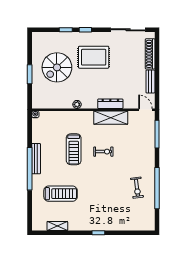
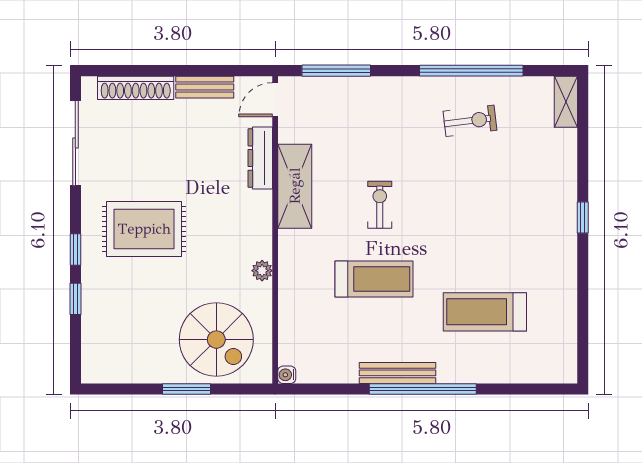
rug: (94, 57) -> (144, 229), turned 90
spiral stairs: (57, 67) -> (216, 340), moved
dresser: (110, 104) -> (260, 158), moved
treadmill: (61, 194) -> (485, 312), turned -90
shelving: (57, 226) -> (566, 102), moved

